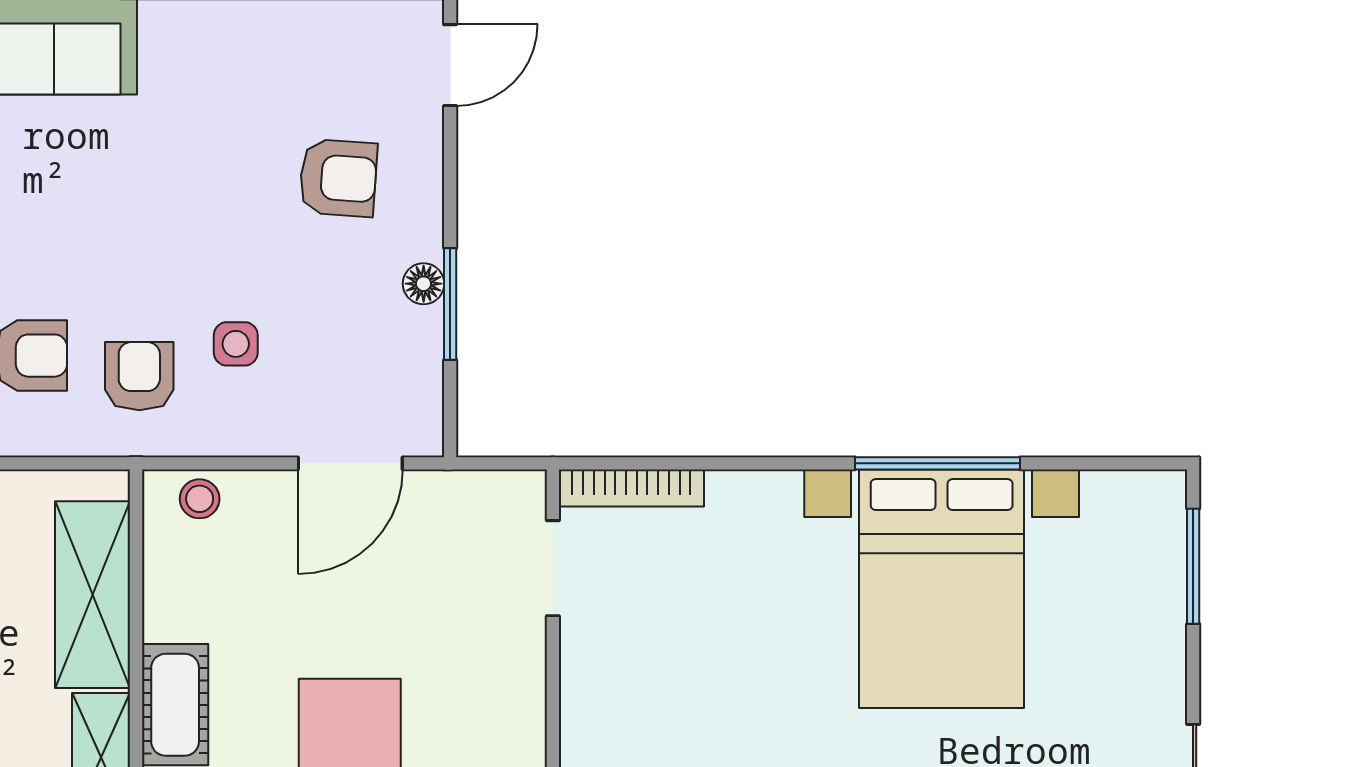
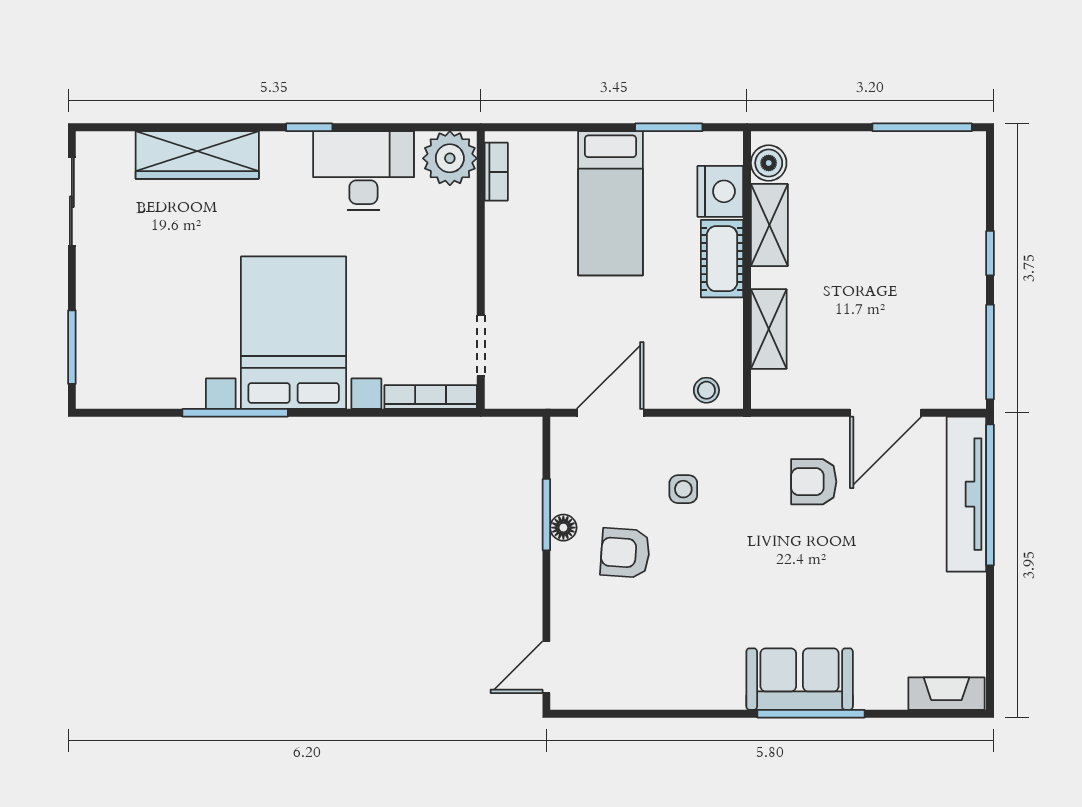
armchair: (338, 178) -> (625, 553), moved
armchair: (139, 376) -> (745, 469), removed
bed with nightstands: (942, 589) -> (294, 333), moved
shelving: (93, 595) -> (769, 329), width x0.67, depth x0.75

